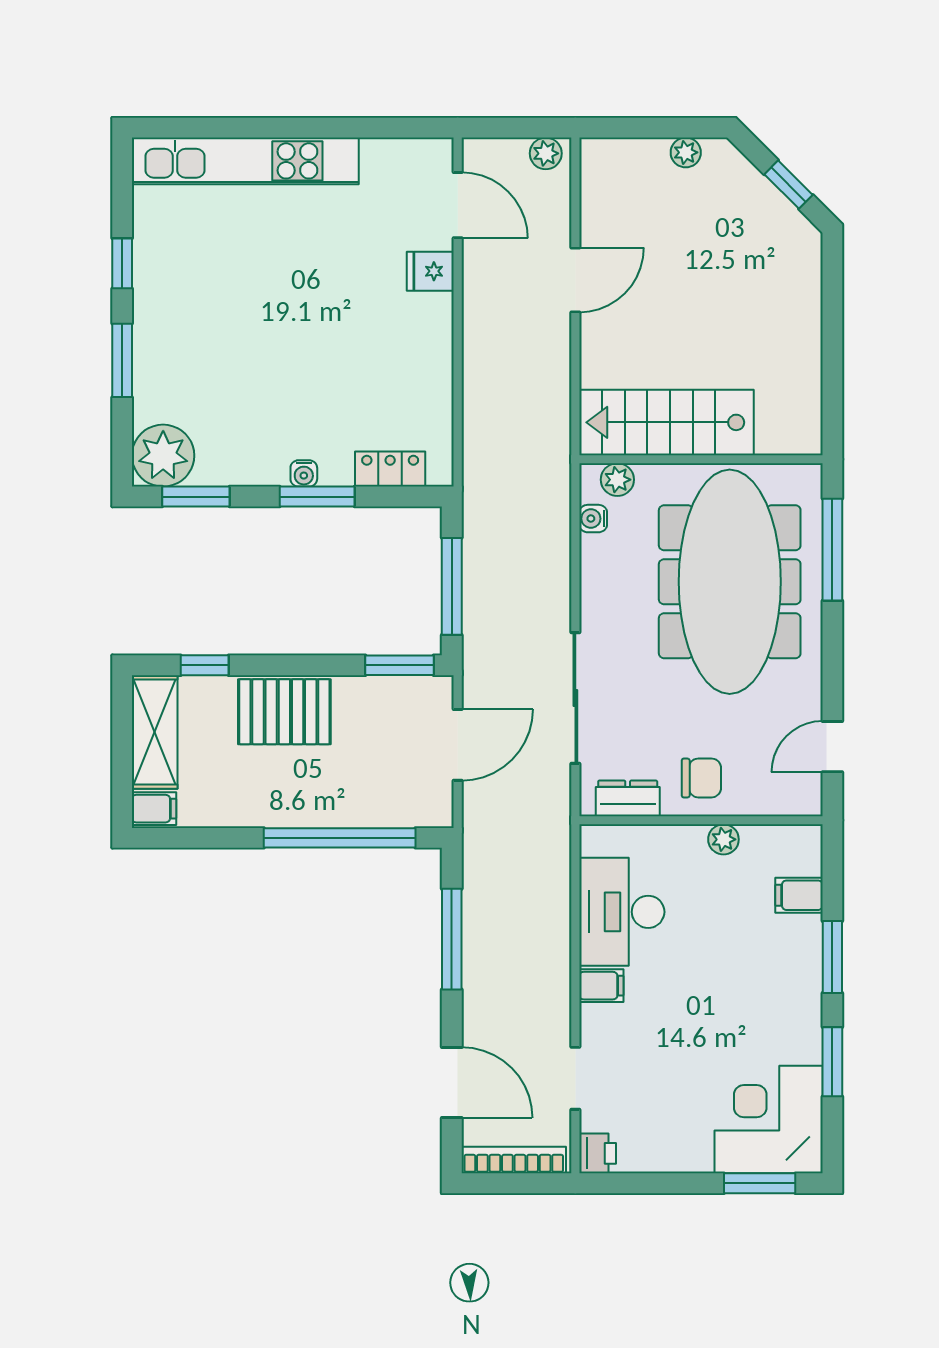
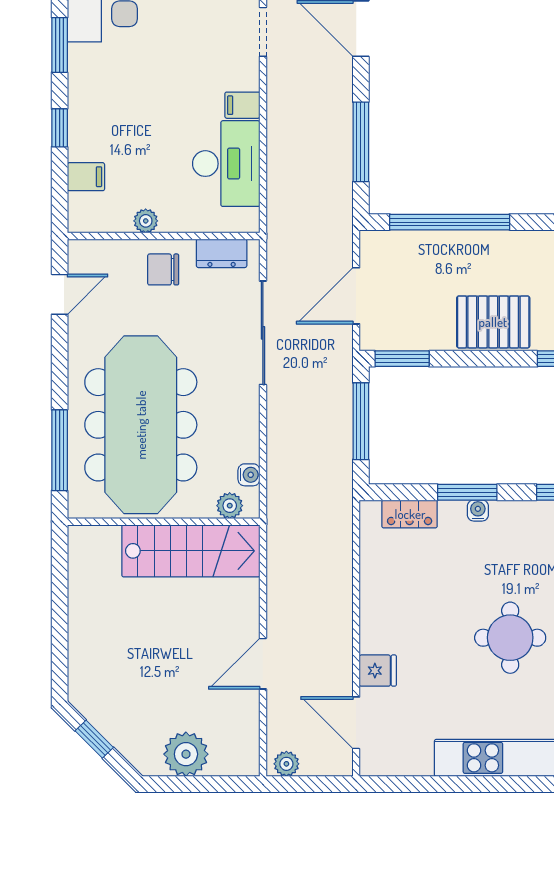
plant: (686, 152) -> (186, 754), width x1.87, depth x1.87
round table: (263, 313) -> (510, 638), added
window: (832, 957) -> (60, 128), width x0.67

